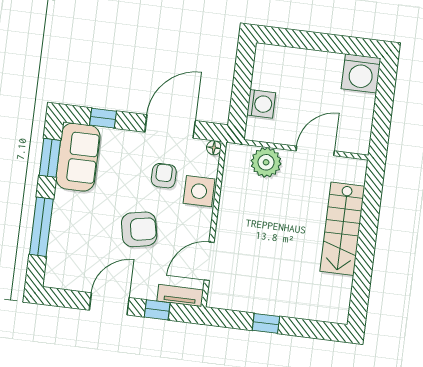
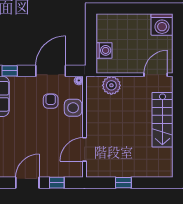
door: (315, 151) -> (156, 75), moved
armchair: (139, 229) -> (40, 135), removed
tv unit: (180, 295) -> (70, 172), removed

